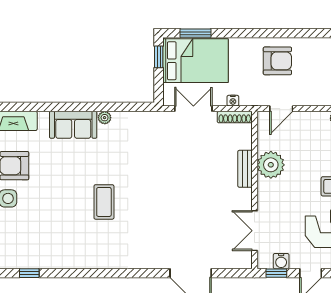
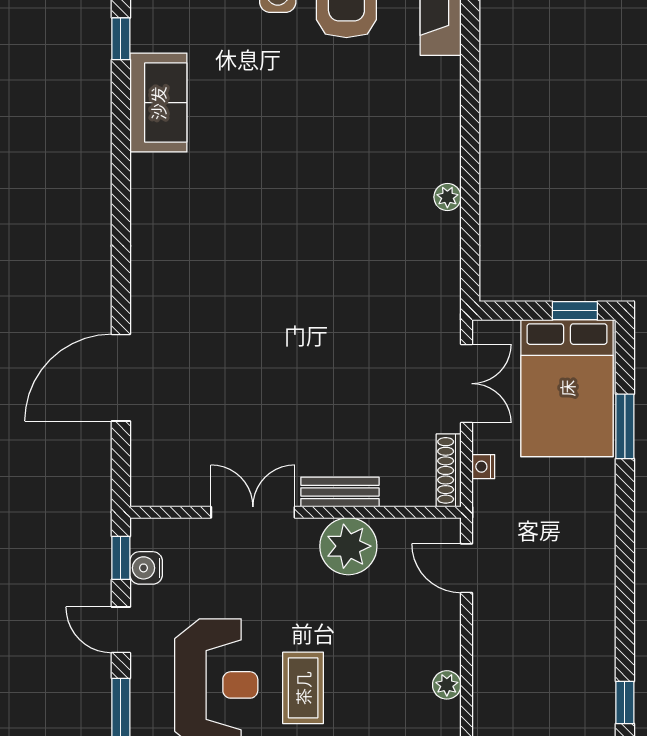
window: (196, 33) -> (625, 426), moved
armchair: (277, 61) -> (567, 560), removed
sofa: (73, 125) -> (158, 103), moved, turned 180
coffee table: (104, 202) -> (270, 196), removed
double door: (255, 231) -> (253, 512), moved

